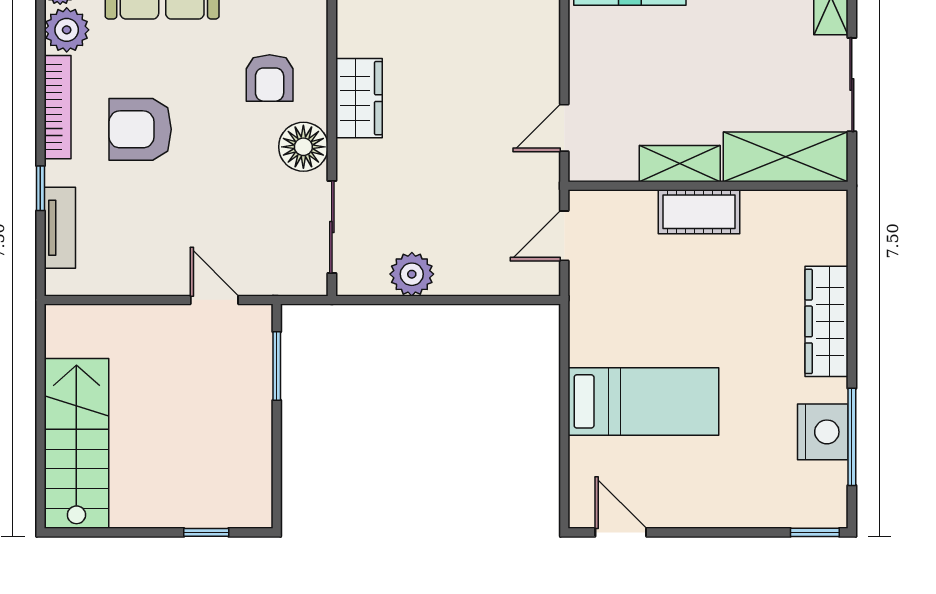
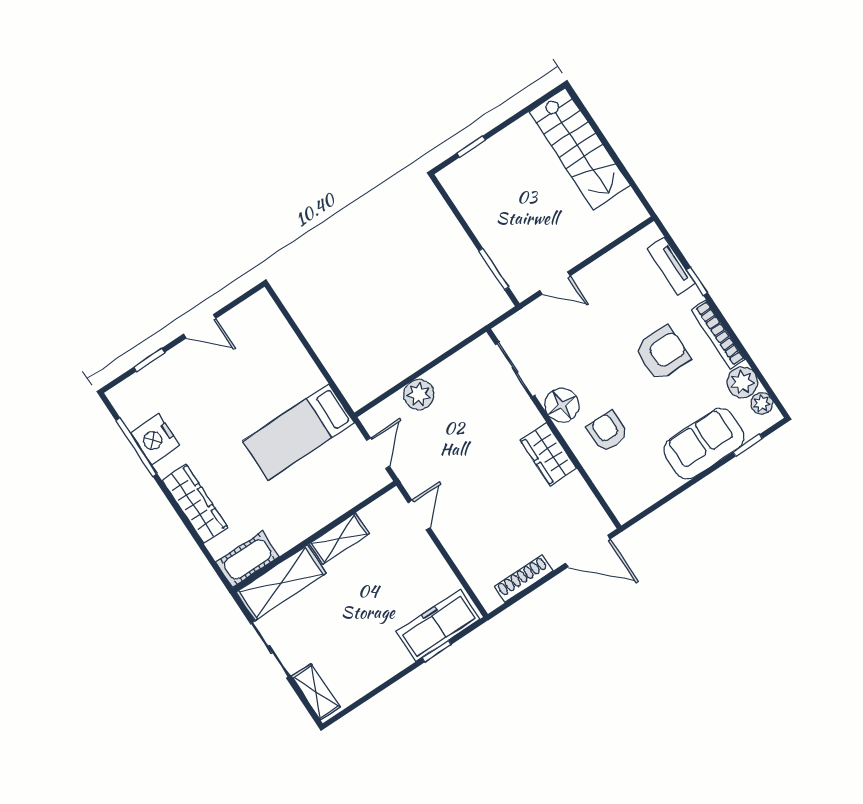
cot: (699, 212) -> (248, 559), moved
plant: (412, 274) -> (419, 394), moved
bed: (643, 401) -> (299, 432), moved
door: (621, 532) -> (200, 326), moved
window: (815, 532) -> (149, 360), moved

